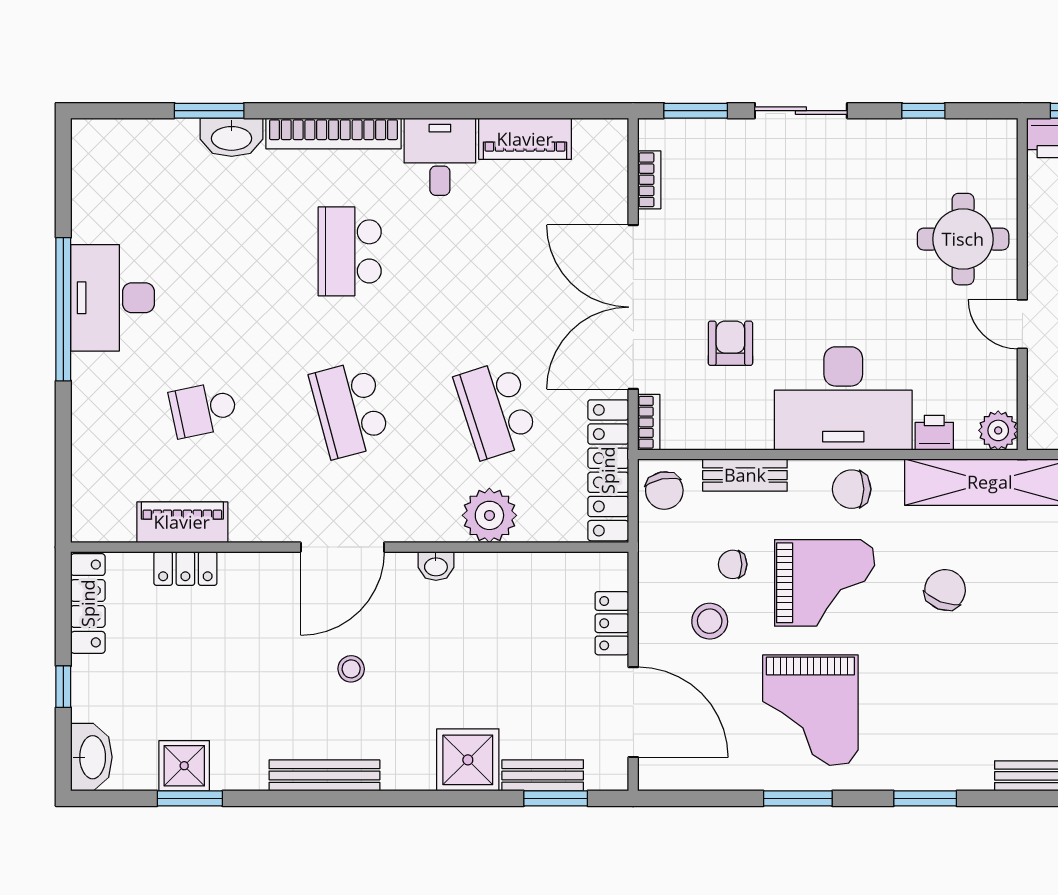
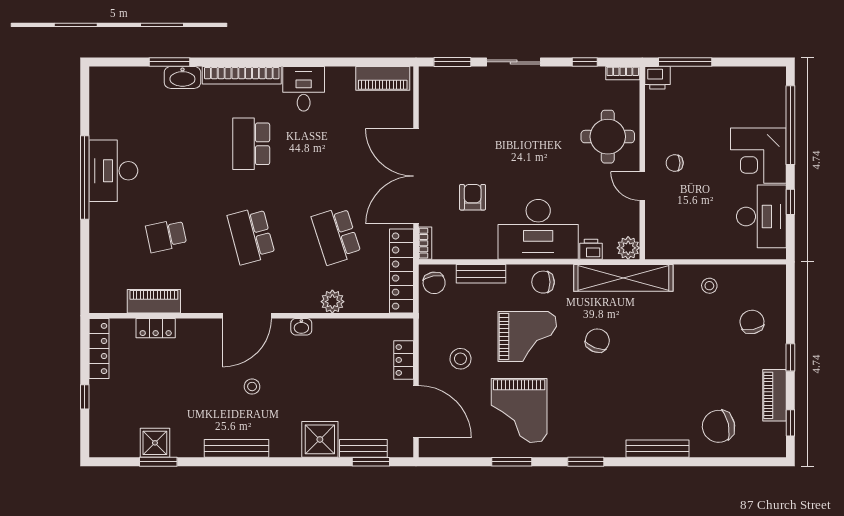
piano: (525, 139) -> (383, 78), moved
bookcase: (649, 180) -> (623, 73), moved, turned 90
plant: (489, 515) -> (332, 302), width x0.73, depth x0.73
chair: (733, 564) -> (474, 326), removed
washbasin: (91, 757) -> (101, 438), removed

